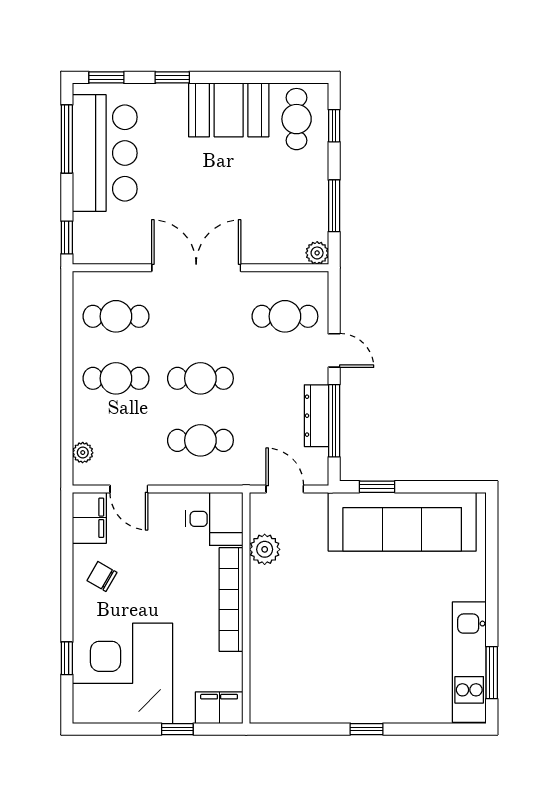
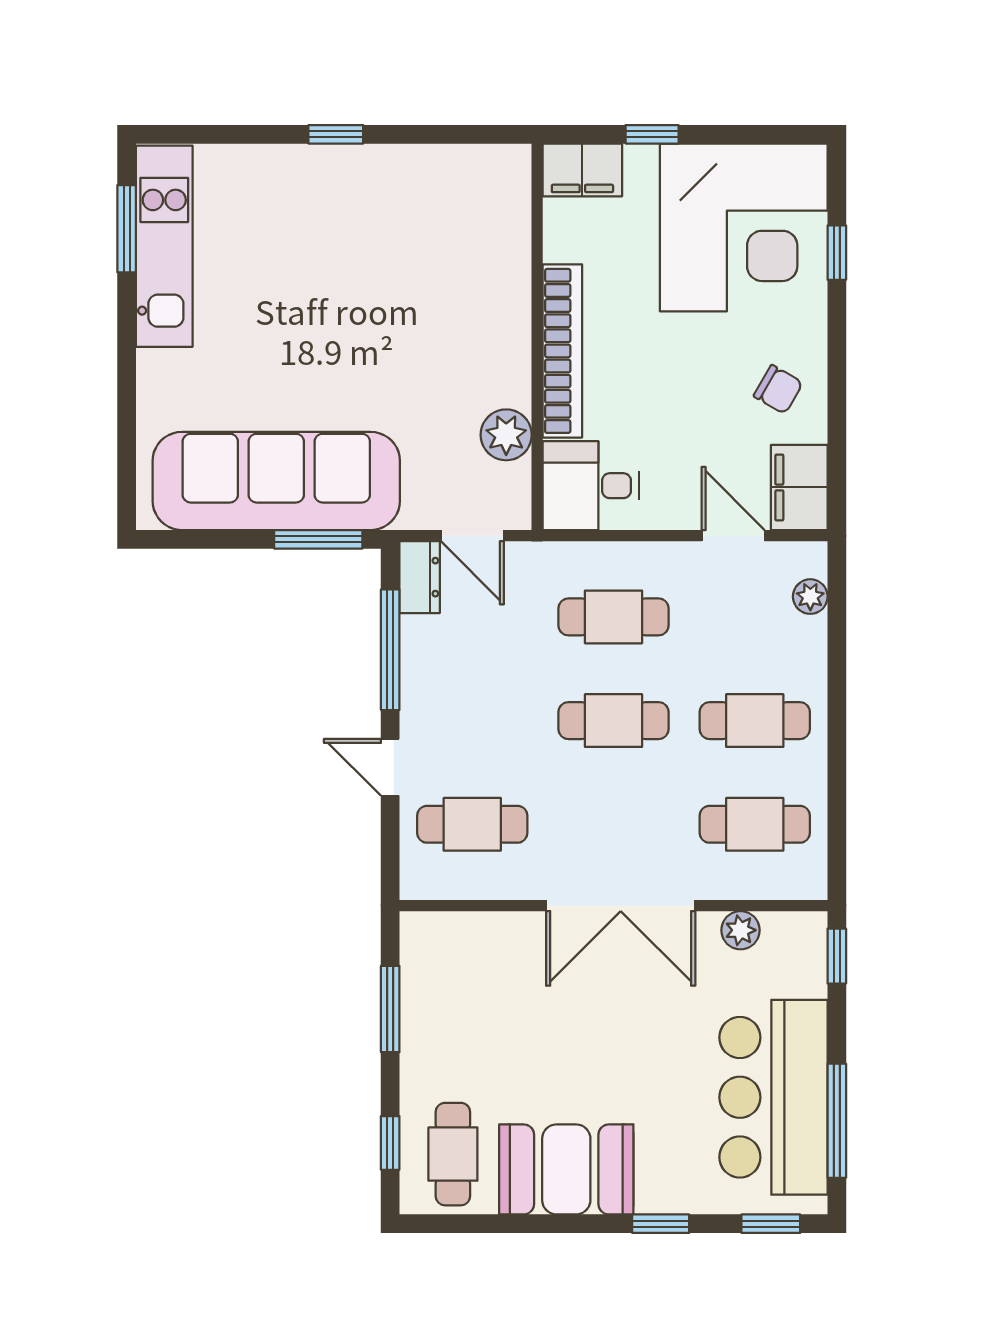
plant: (317, 253) -> (740, 930), moved
dresser: (316, 416) -> (420, 577), moved, width x0.70
window: (377, 487) -> (318, 539), width x1.50

